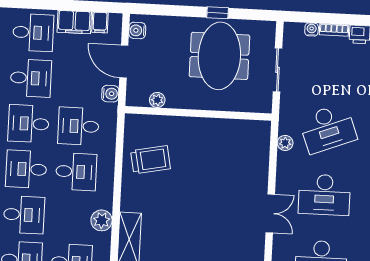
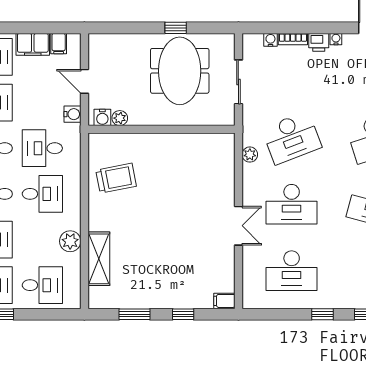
water cooler: (137, 30) -> (102, 117), moved, turned -90
door: (124, 62) -> (84, 81), width x0.73

